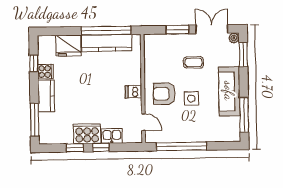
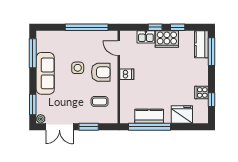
kitchen counter: (107, 43) -> (149, 116), width x0.67
coffee table: (194, 62) -> (100, 101), moved
kitchen counter: (46, 96) -> (201, 44), moved

